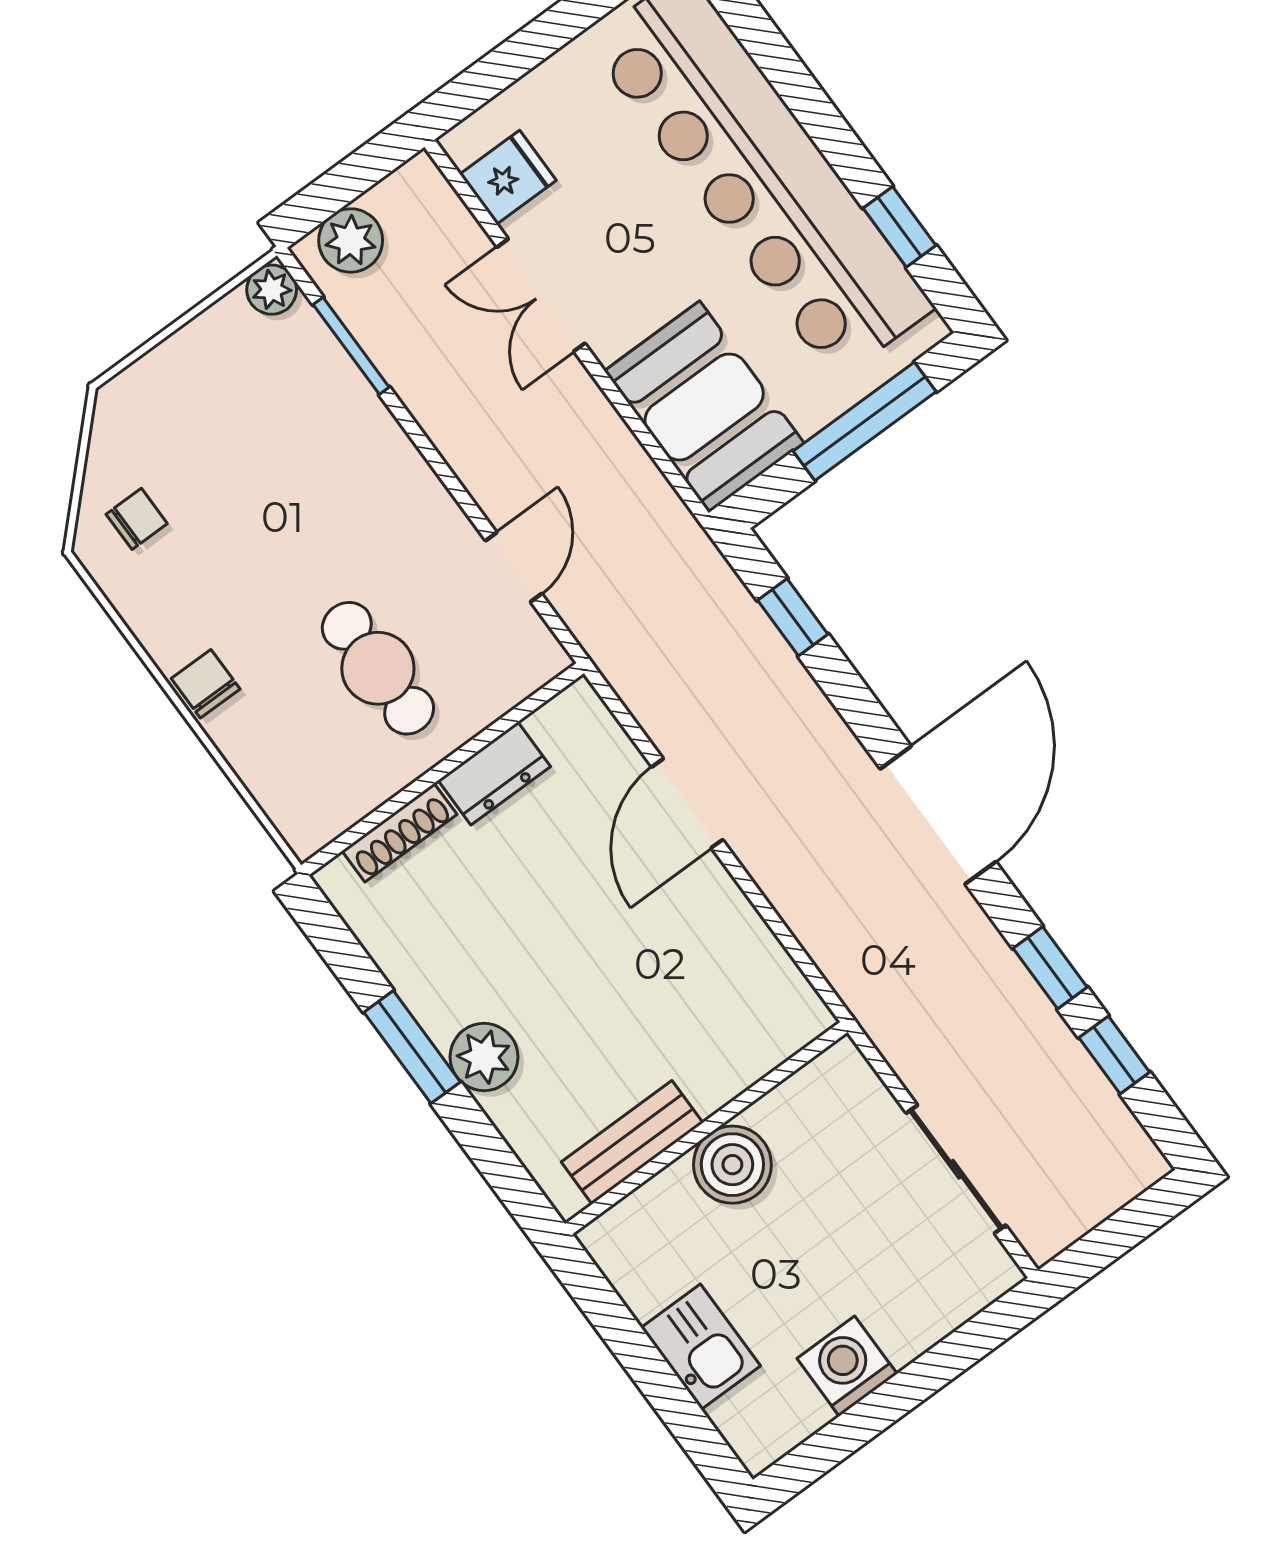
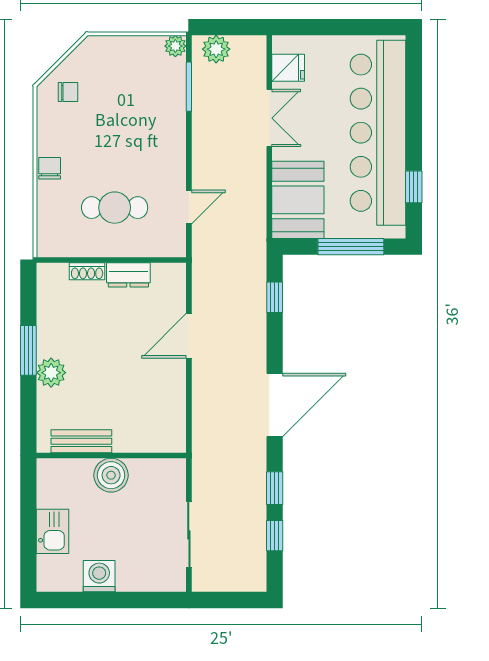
double door: (541, 295) -> (269, 118), swing flipped
cafe table: (378, 668) -> (115, 208), turned 90
shoe rack: (399, 833) -> (87, 271), width x0.70

